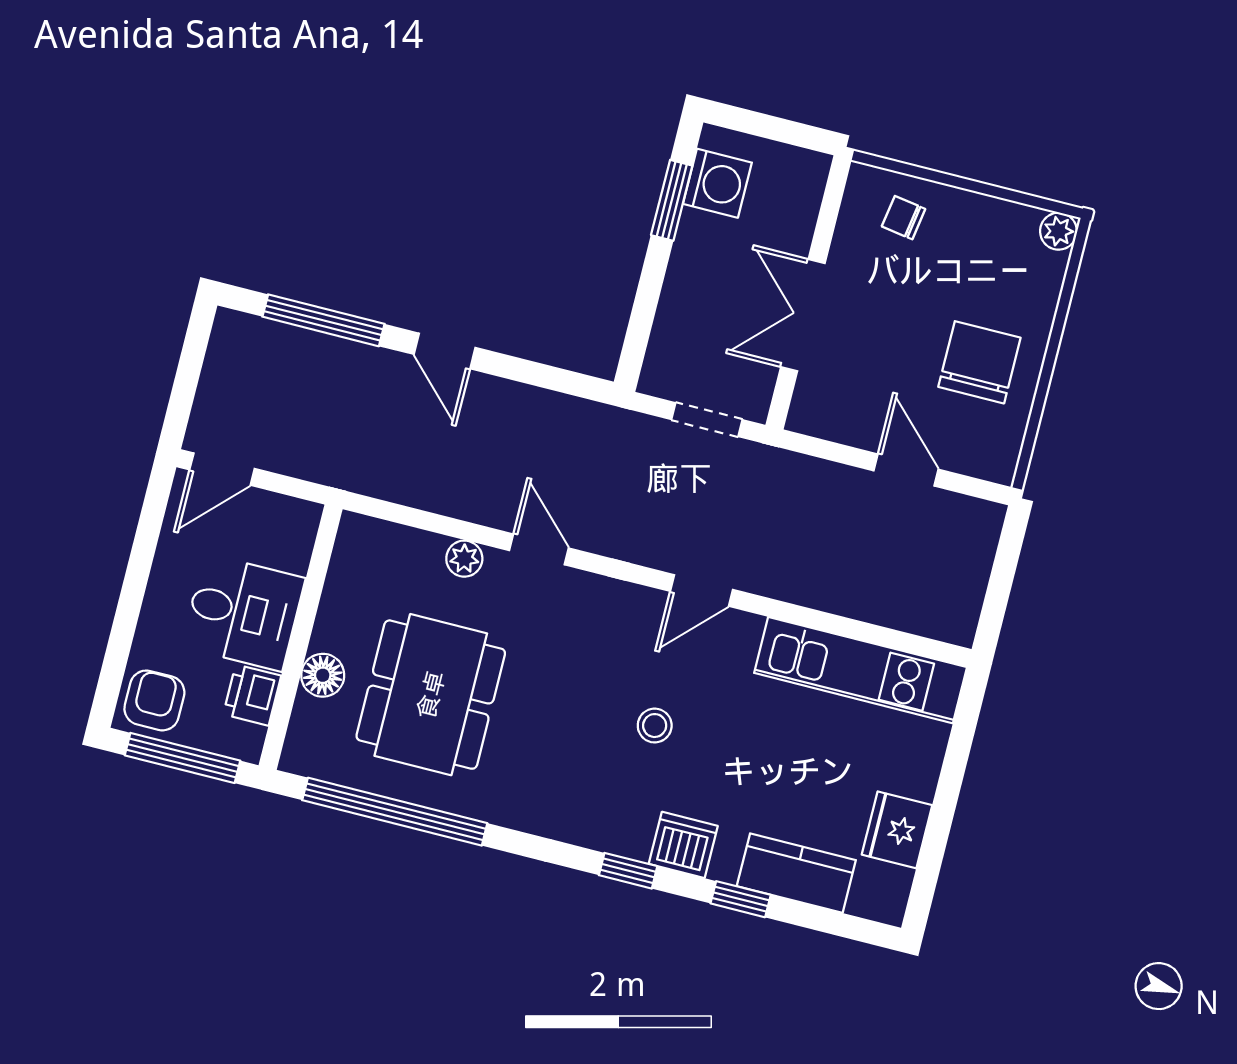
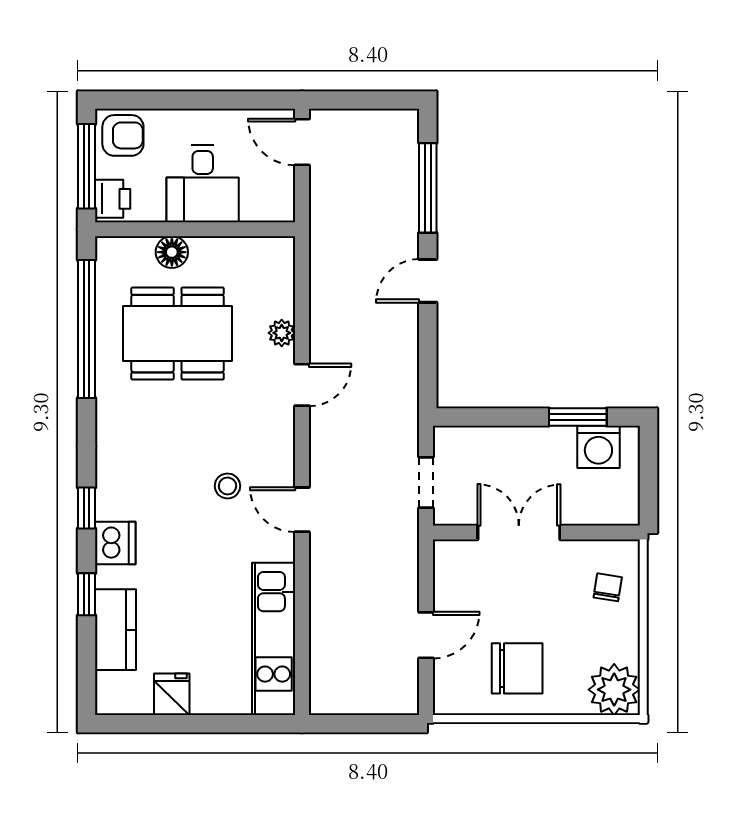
plant: (1058, 231) -> (614, 690), width x1.88, depth x1.88
printer: (252, 695) -> (113, 199), moved, turned 90
stool: (655, 726) -> (227, 486), moved
fridge: (897, 830) -> (172, 694), width x0.72

